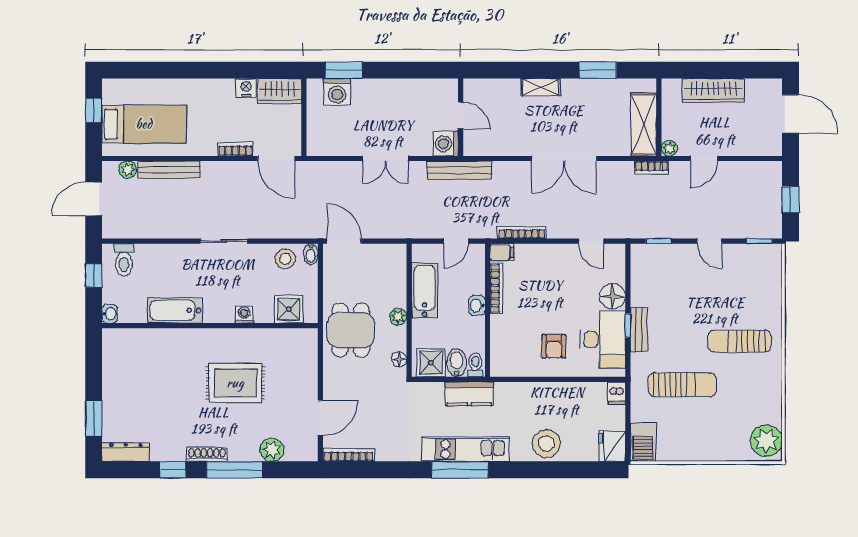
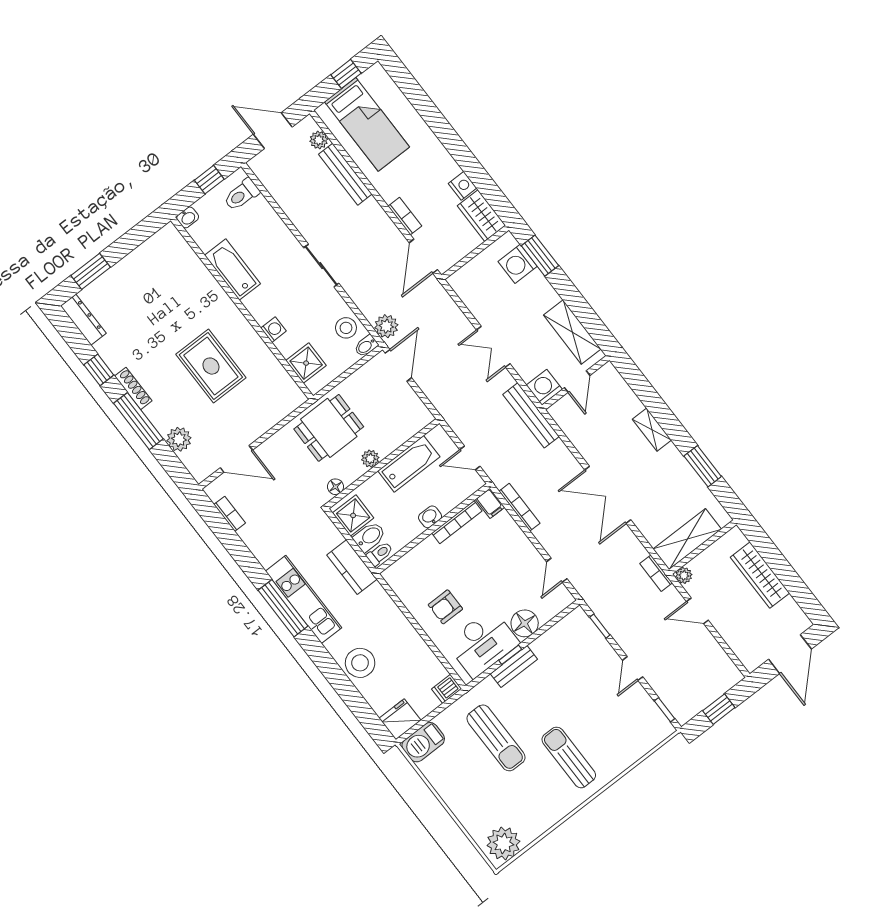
shelving: (420, 90) -> (572, 332), added
plant: (308, 227) -> (386, 326), added
bookcase: (349, 455) -> (230, 514), width x0.64

